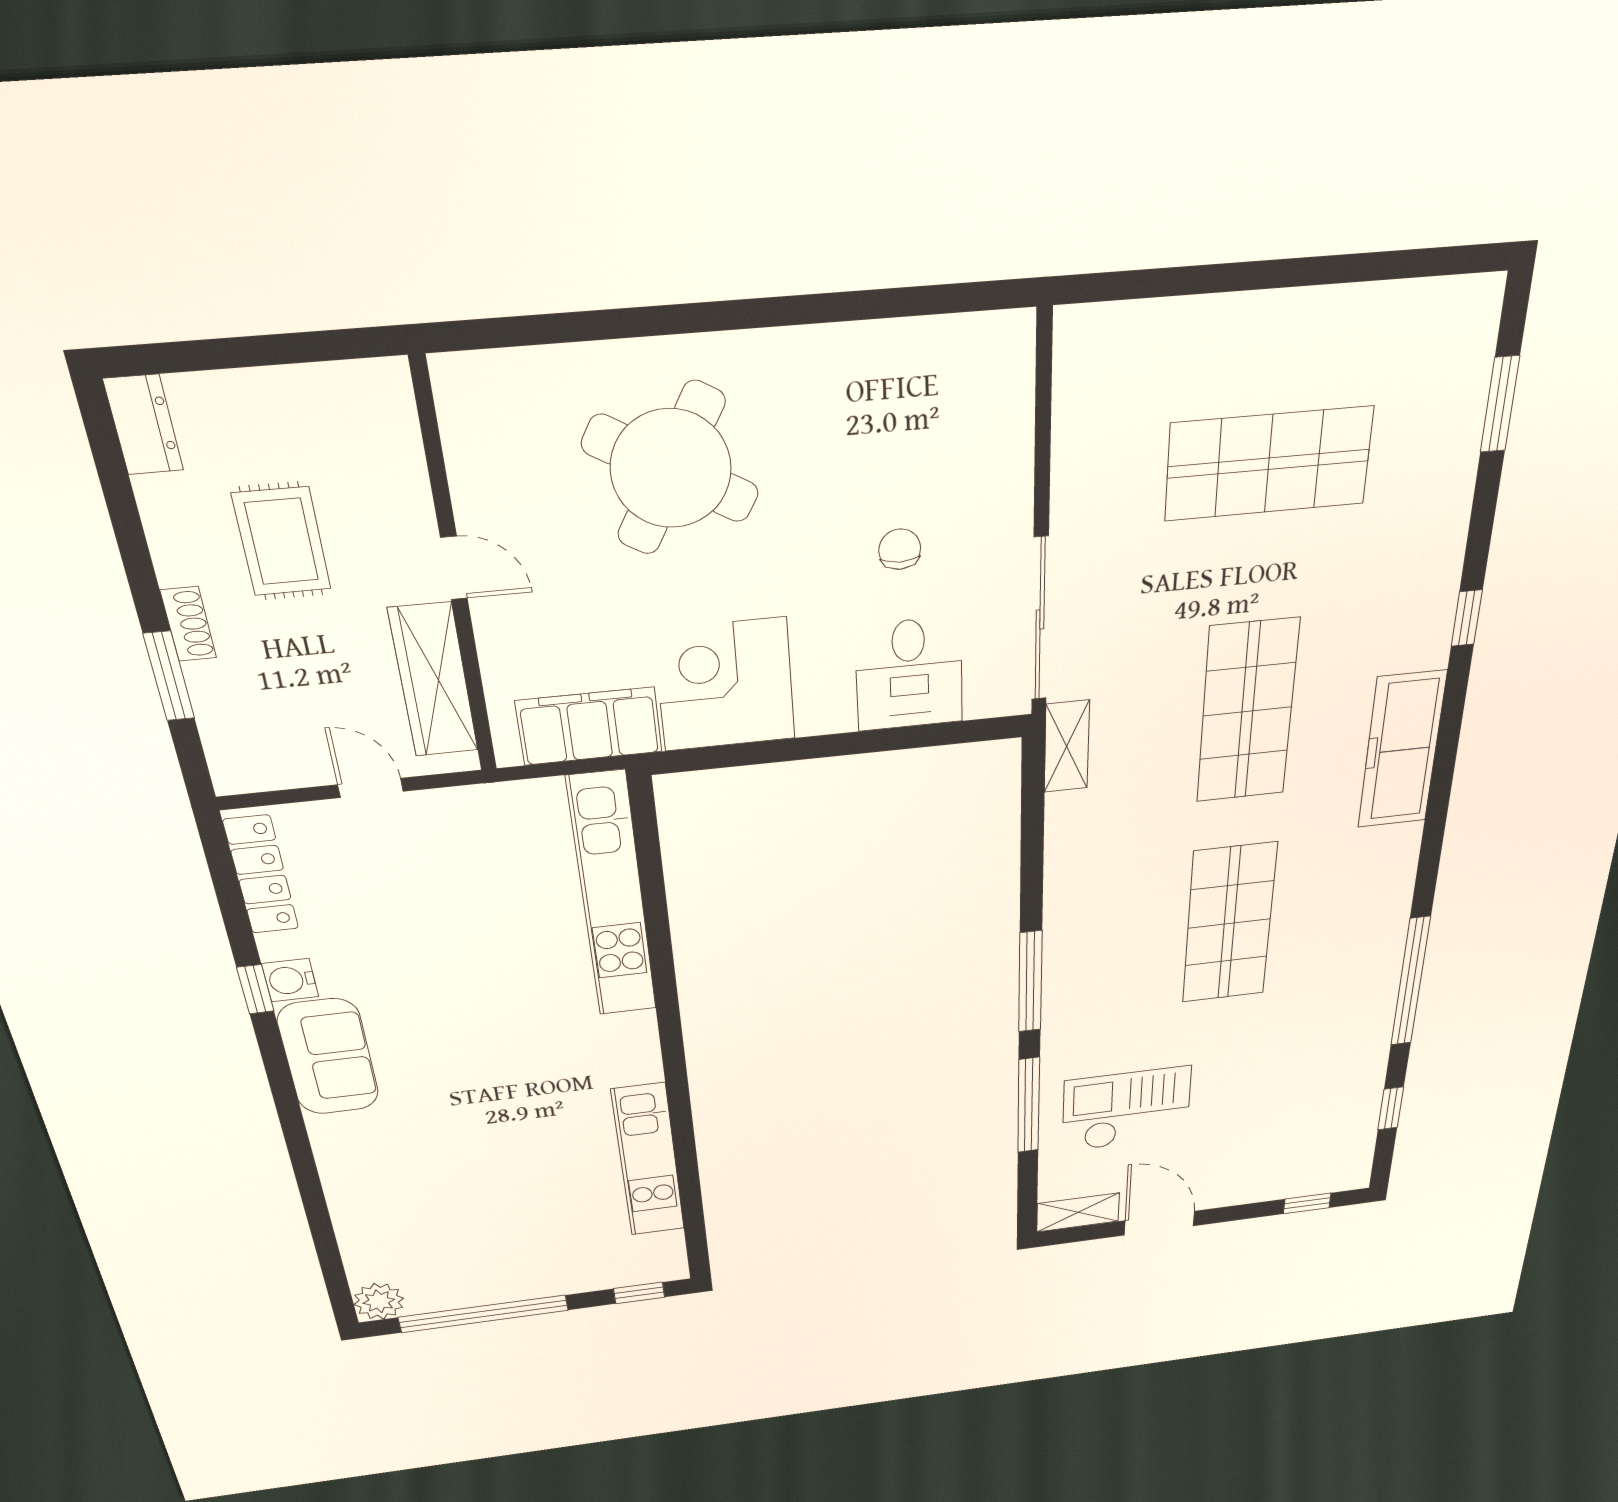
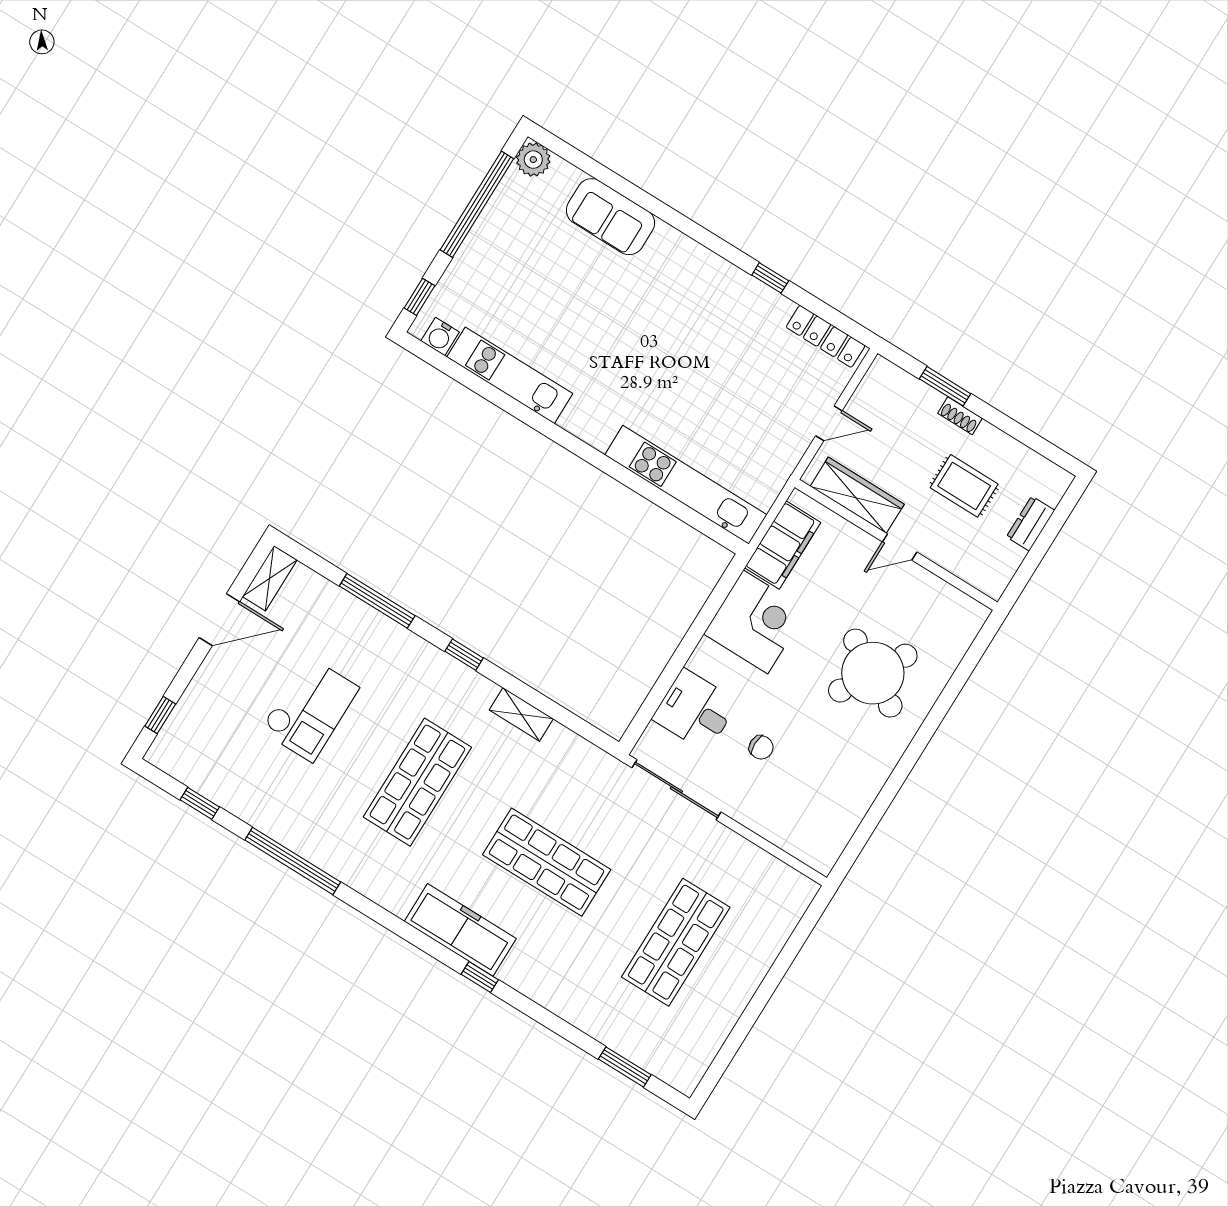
dresser: (143, 425) -> (1031, 524), moved, turned 90
window: (1467, 618) -> (480, 977), moved
shelving: (1067, 746) -> (521, 714), moved
shop shelf: (1229, 924) -> (417, 782), turned 90
water cooler: (290, 980) -> (440, 337), moved, turned 180
window: (1030, 982) -> (464, 655), width x0.46
sofa: (328, 1057) -> (610, 217), moved
checkout: (1126, 1109) -> (310, 709), moved

